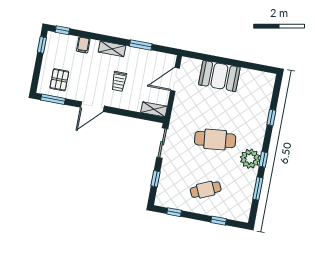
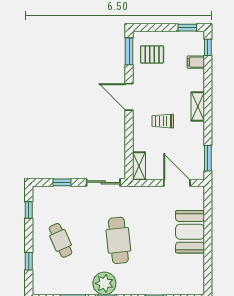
filing cabinet: (83, 45) -> (196, 62), moved
window: (141, 45) -> (208, 158), moved

